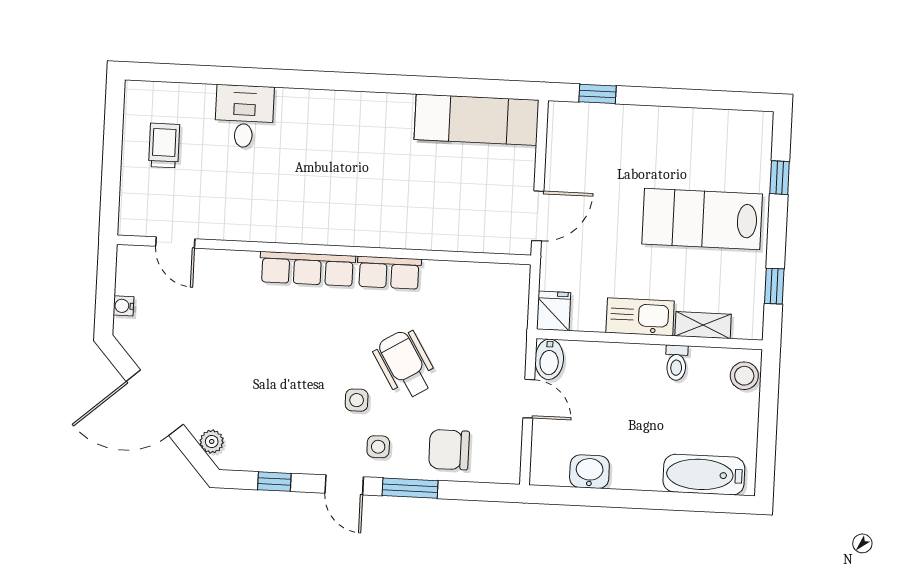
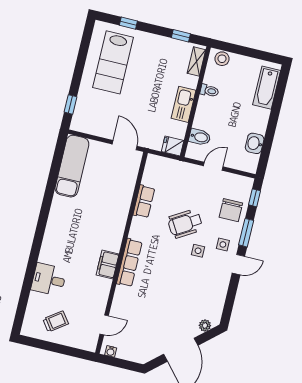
trolley: (164, 145) -> (56, 321), turned 144
lab bench: (702, 219) -> (113, 62), moved
filing cabinet: (296, 227) -> (108, 264), added
row of seats: (389, 273) -> (144, 201), moved
water cooler: (123, 306) -> (111, 351), moved
shelving: (703, 325) -> (196, 62), moved
bidet: (549, 359) -> (200, 137), moved
window: (274, 482) -> (254, 198), moved

